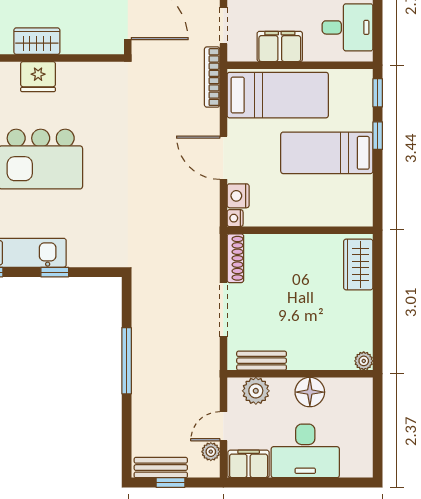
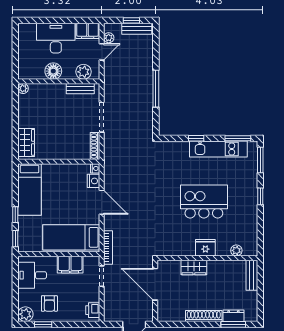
wardrobe: (37, 41) -> (194, 268), moved
bed: (327, 153) -> (30, 189), moved, turned 90

